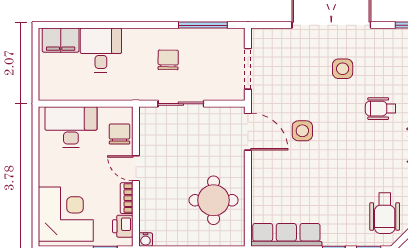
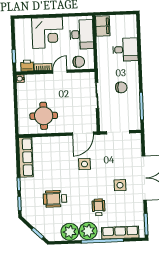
filing cabinet: (61, 40) -> (103, 26), moved, turned 180
wheelchair: (385, 213) -> (55, 199), moved
corner desk: (66, 214) -> (47, 33), moved

